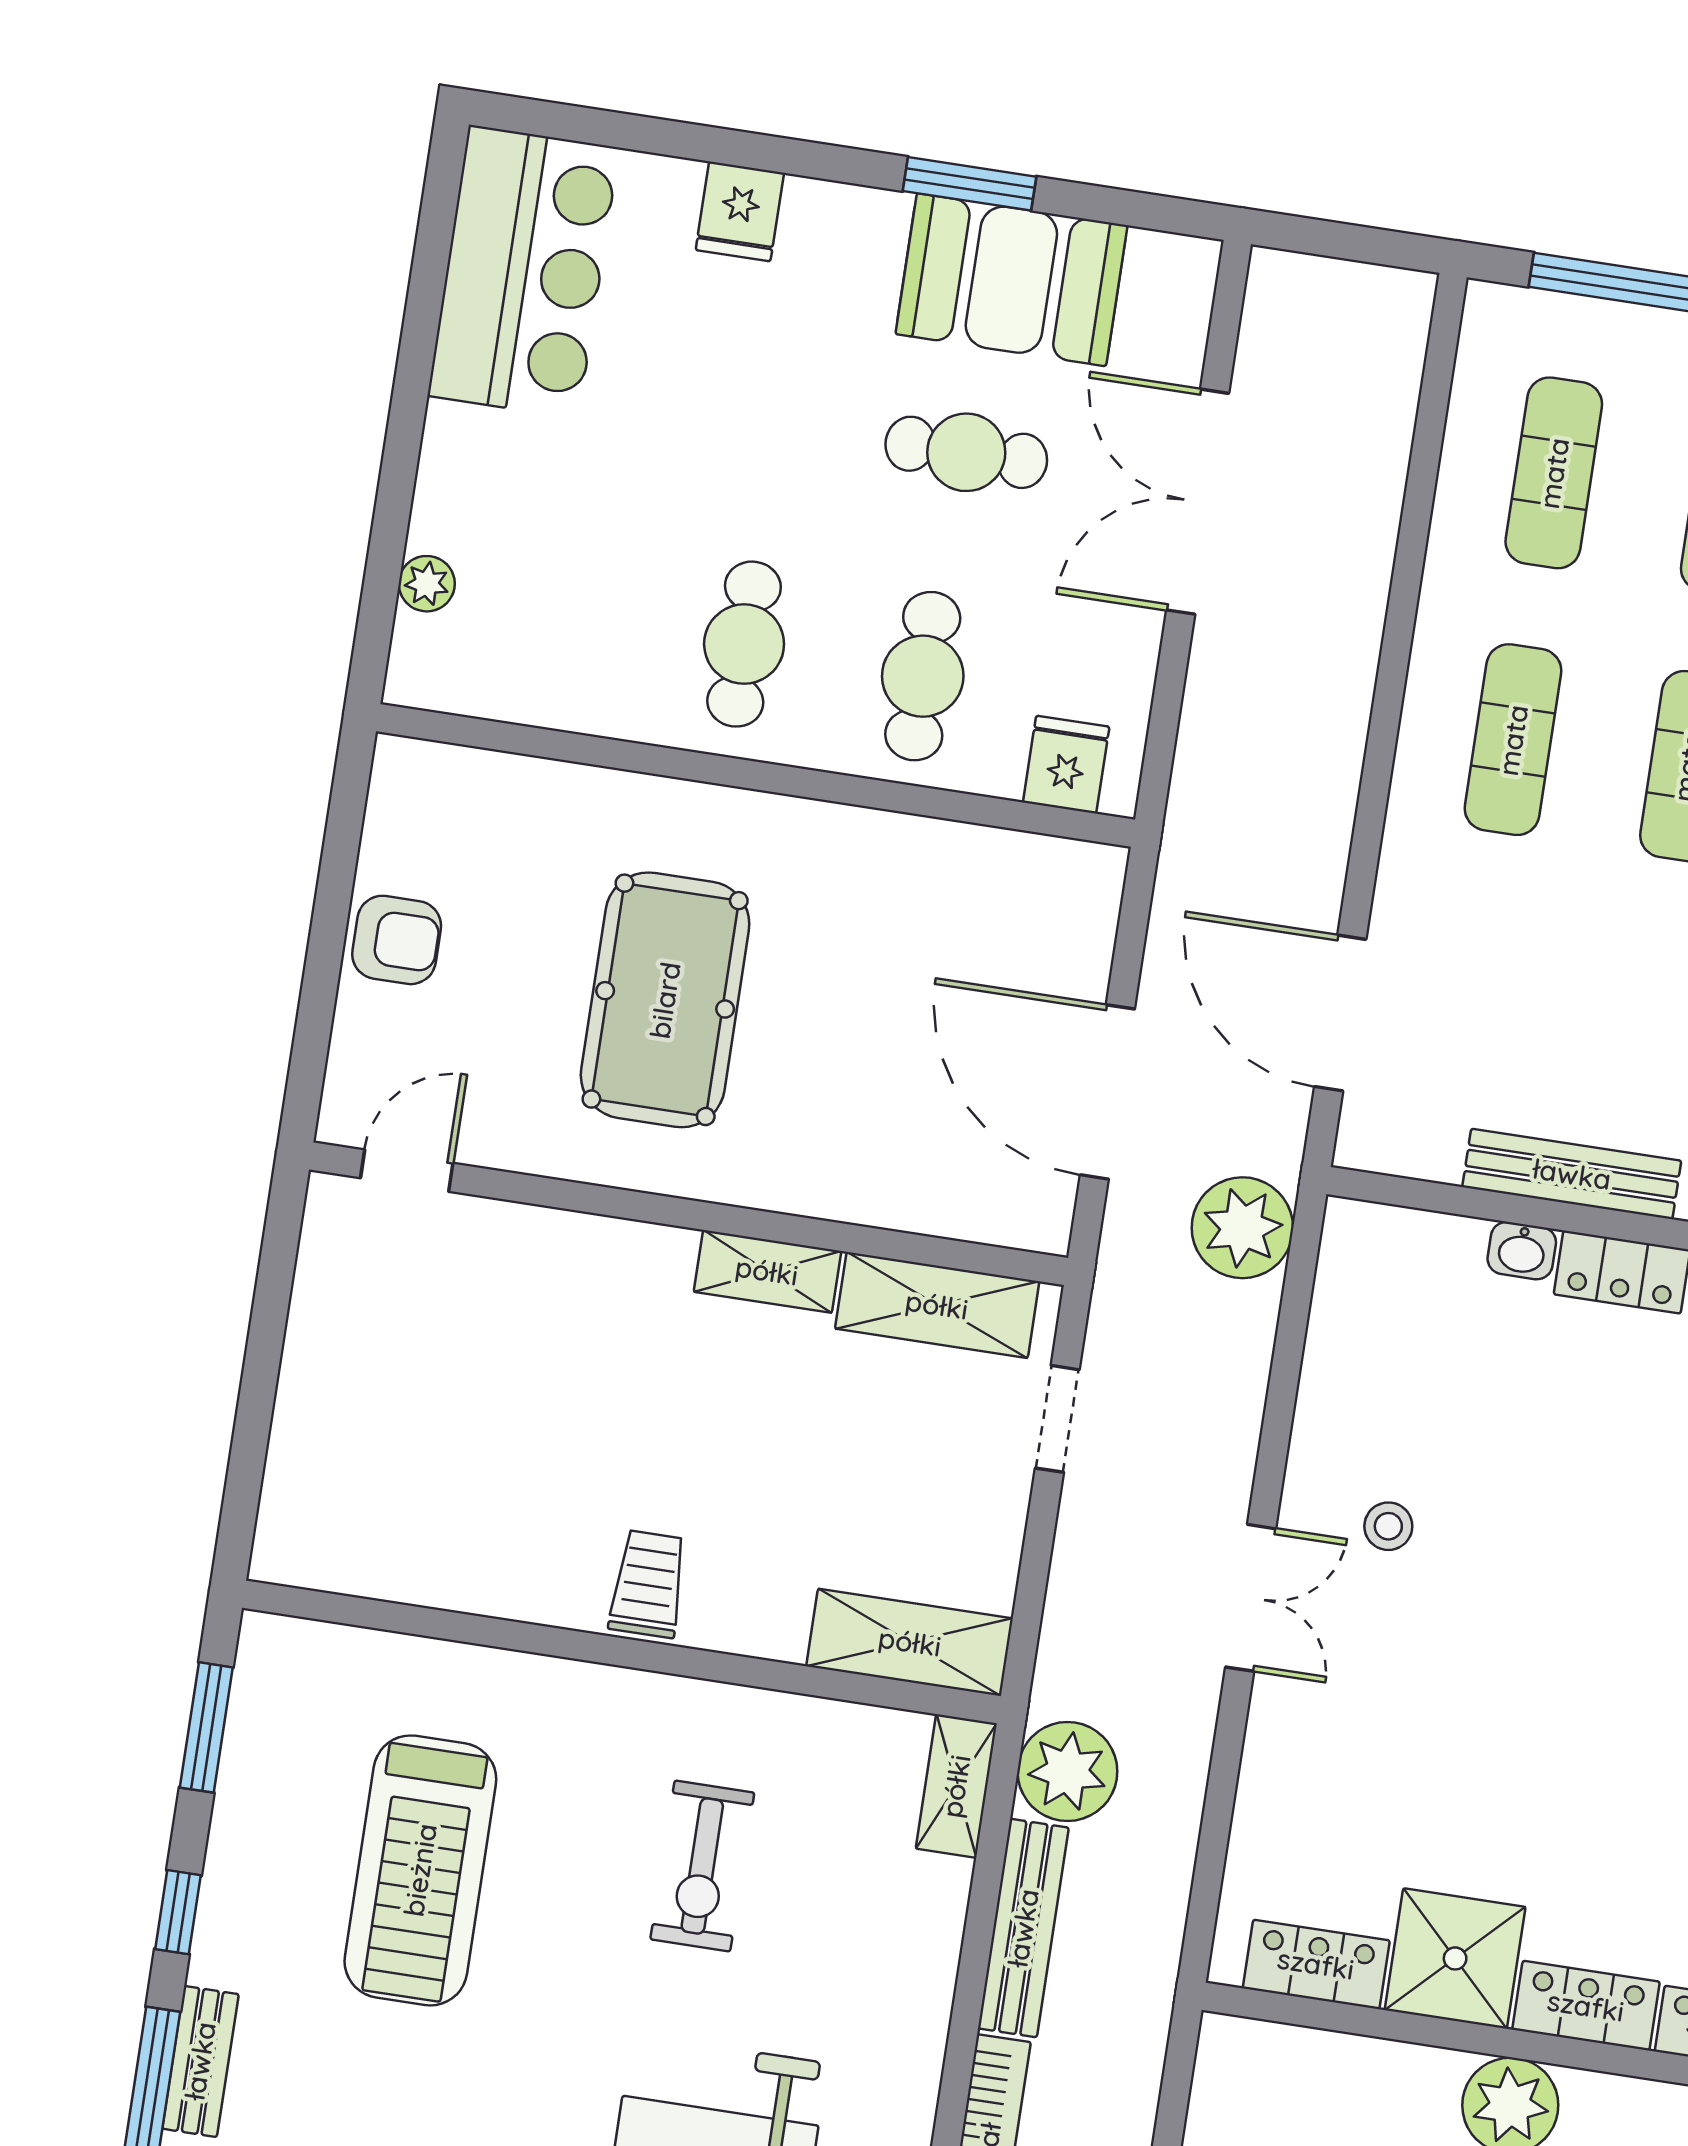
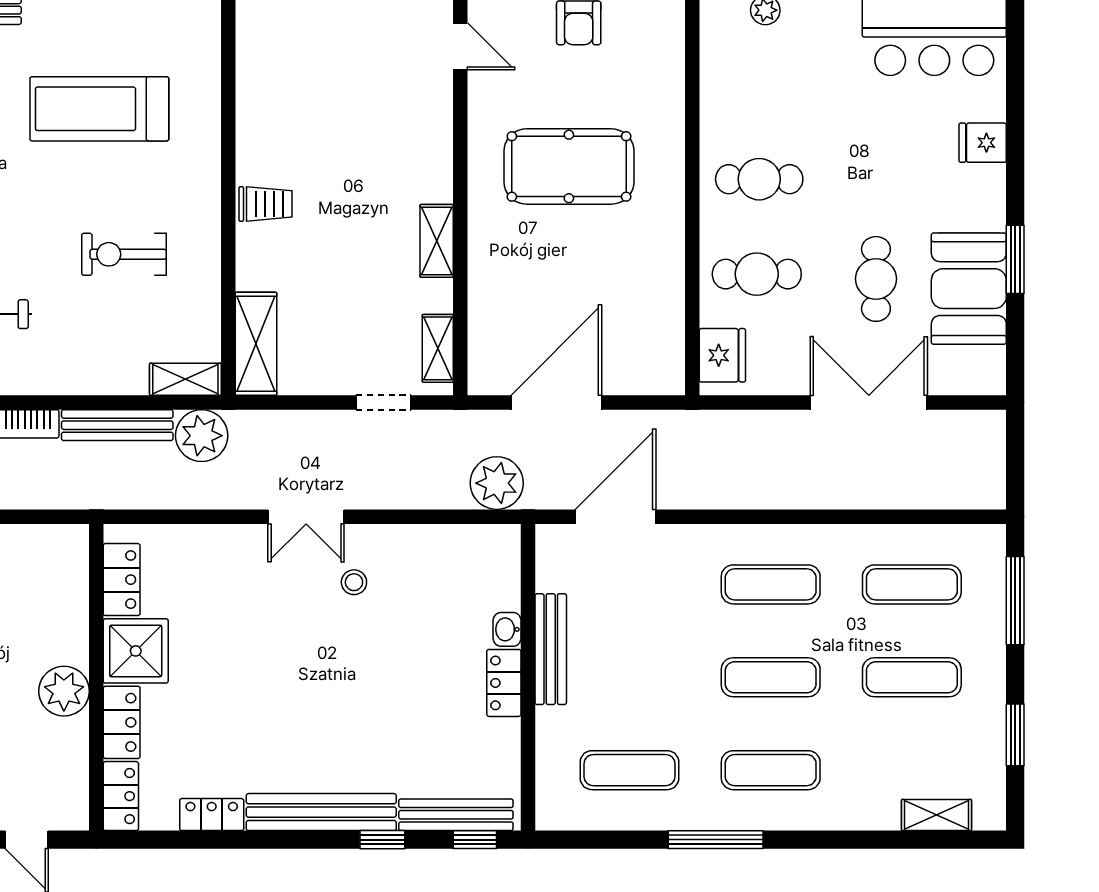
fridge: (1066, 765) -> (722, 355), width x1.38
shelving: (937, 1305) -> (438, 348), width x0.67, depth x0.75

